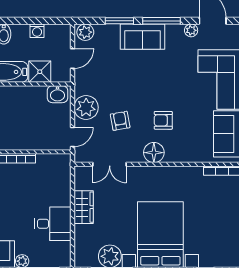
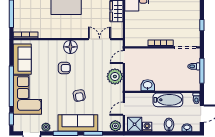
sofa: (143, 37) -> (78, 123), width x1.36
shower: (40, 72) -> (135, 124), moved
washbasin: (57, 94) -> (148, 85), moved
armchair: (120, 121) -> (79, 96), moved

